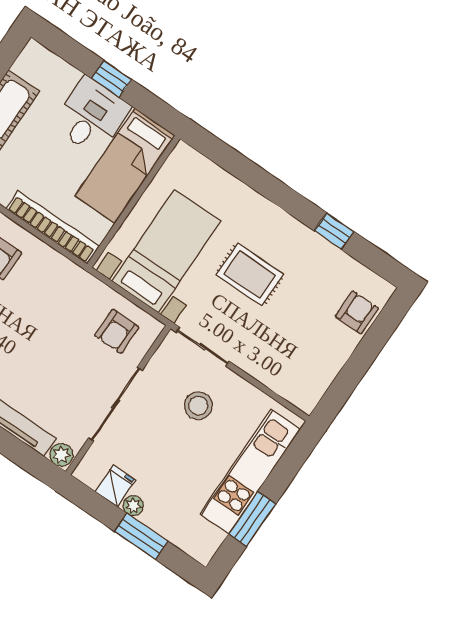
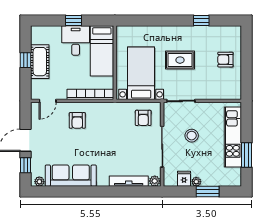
armchair: (357, 312) -> (225, 60), moved, turned -90
stool: (198, 406) -> (192, 136), moved

